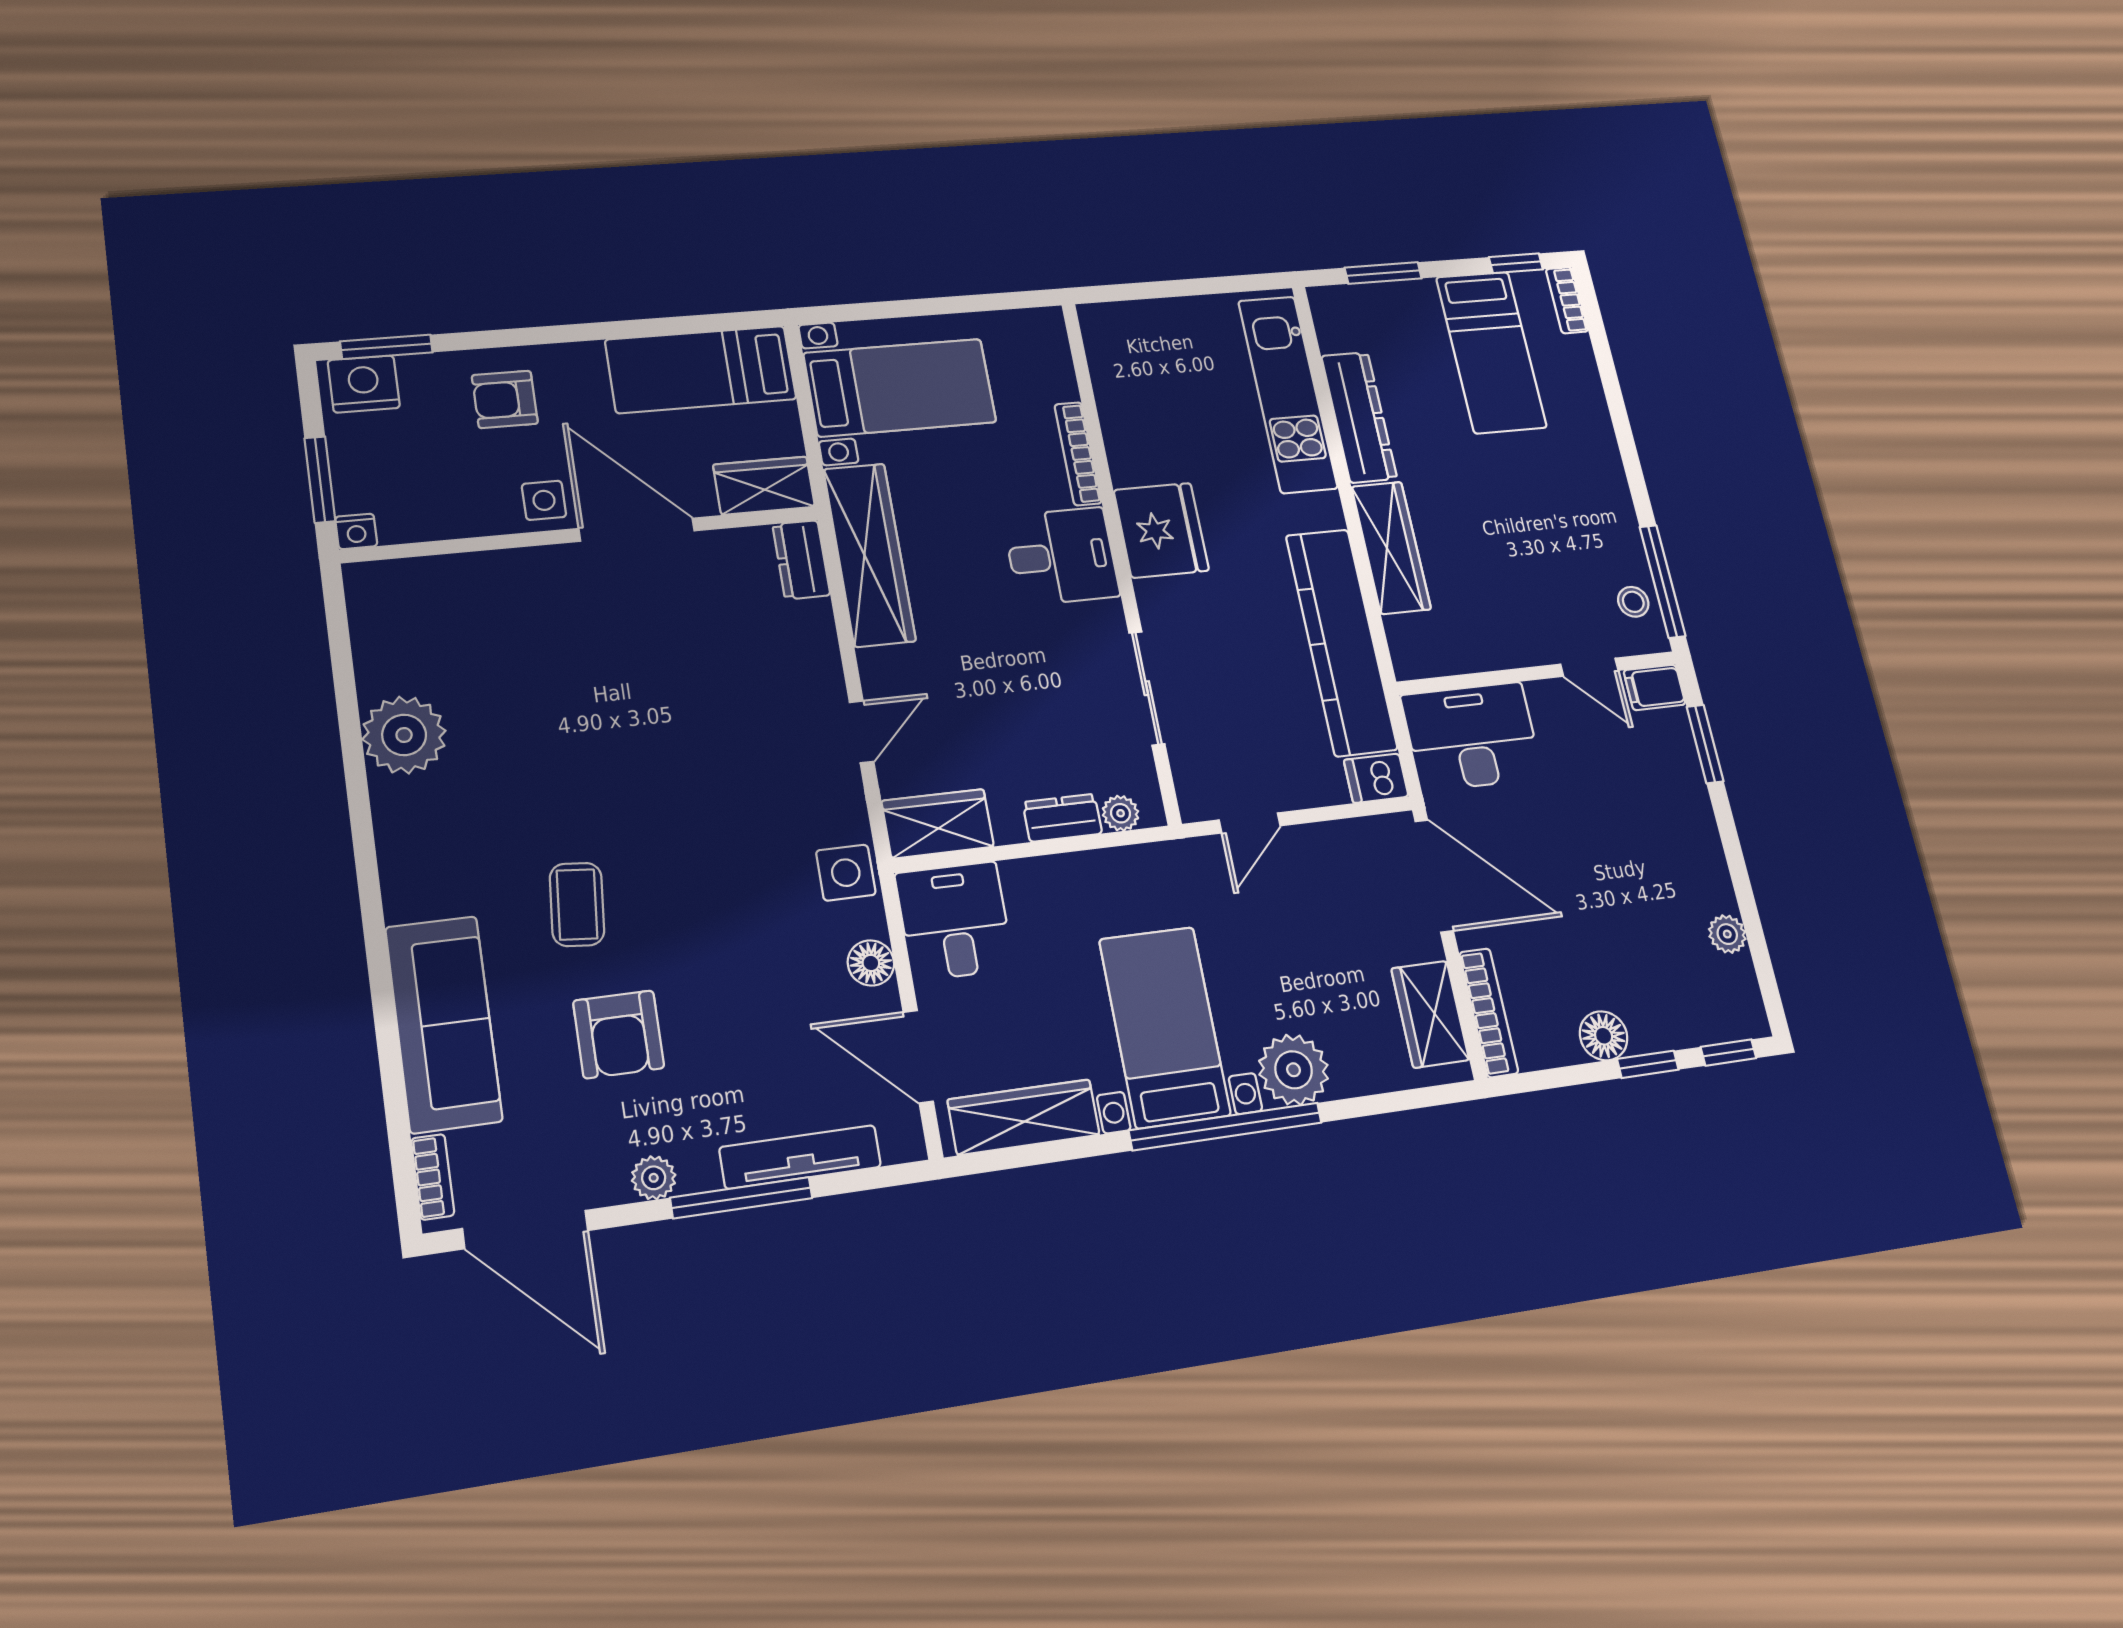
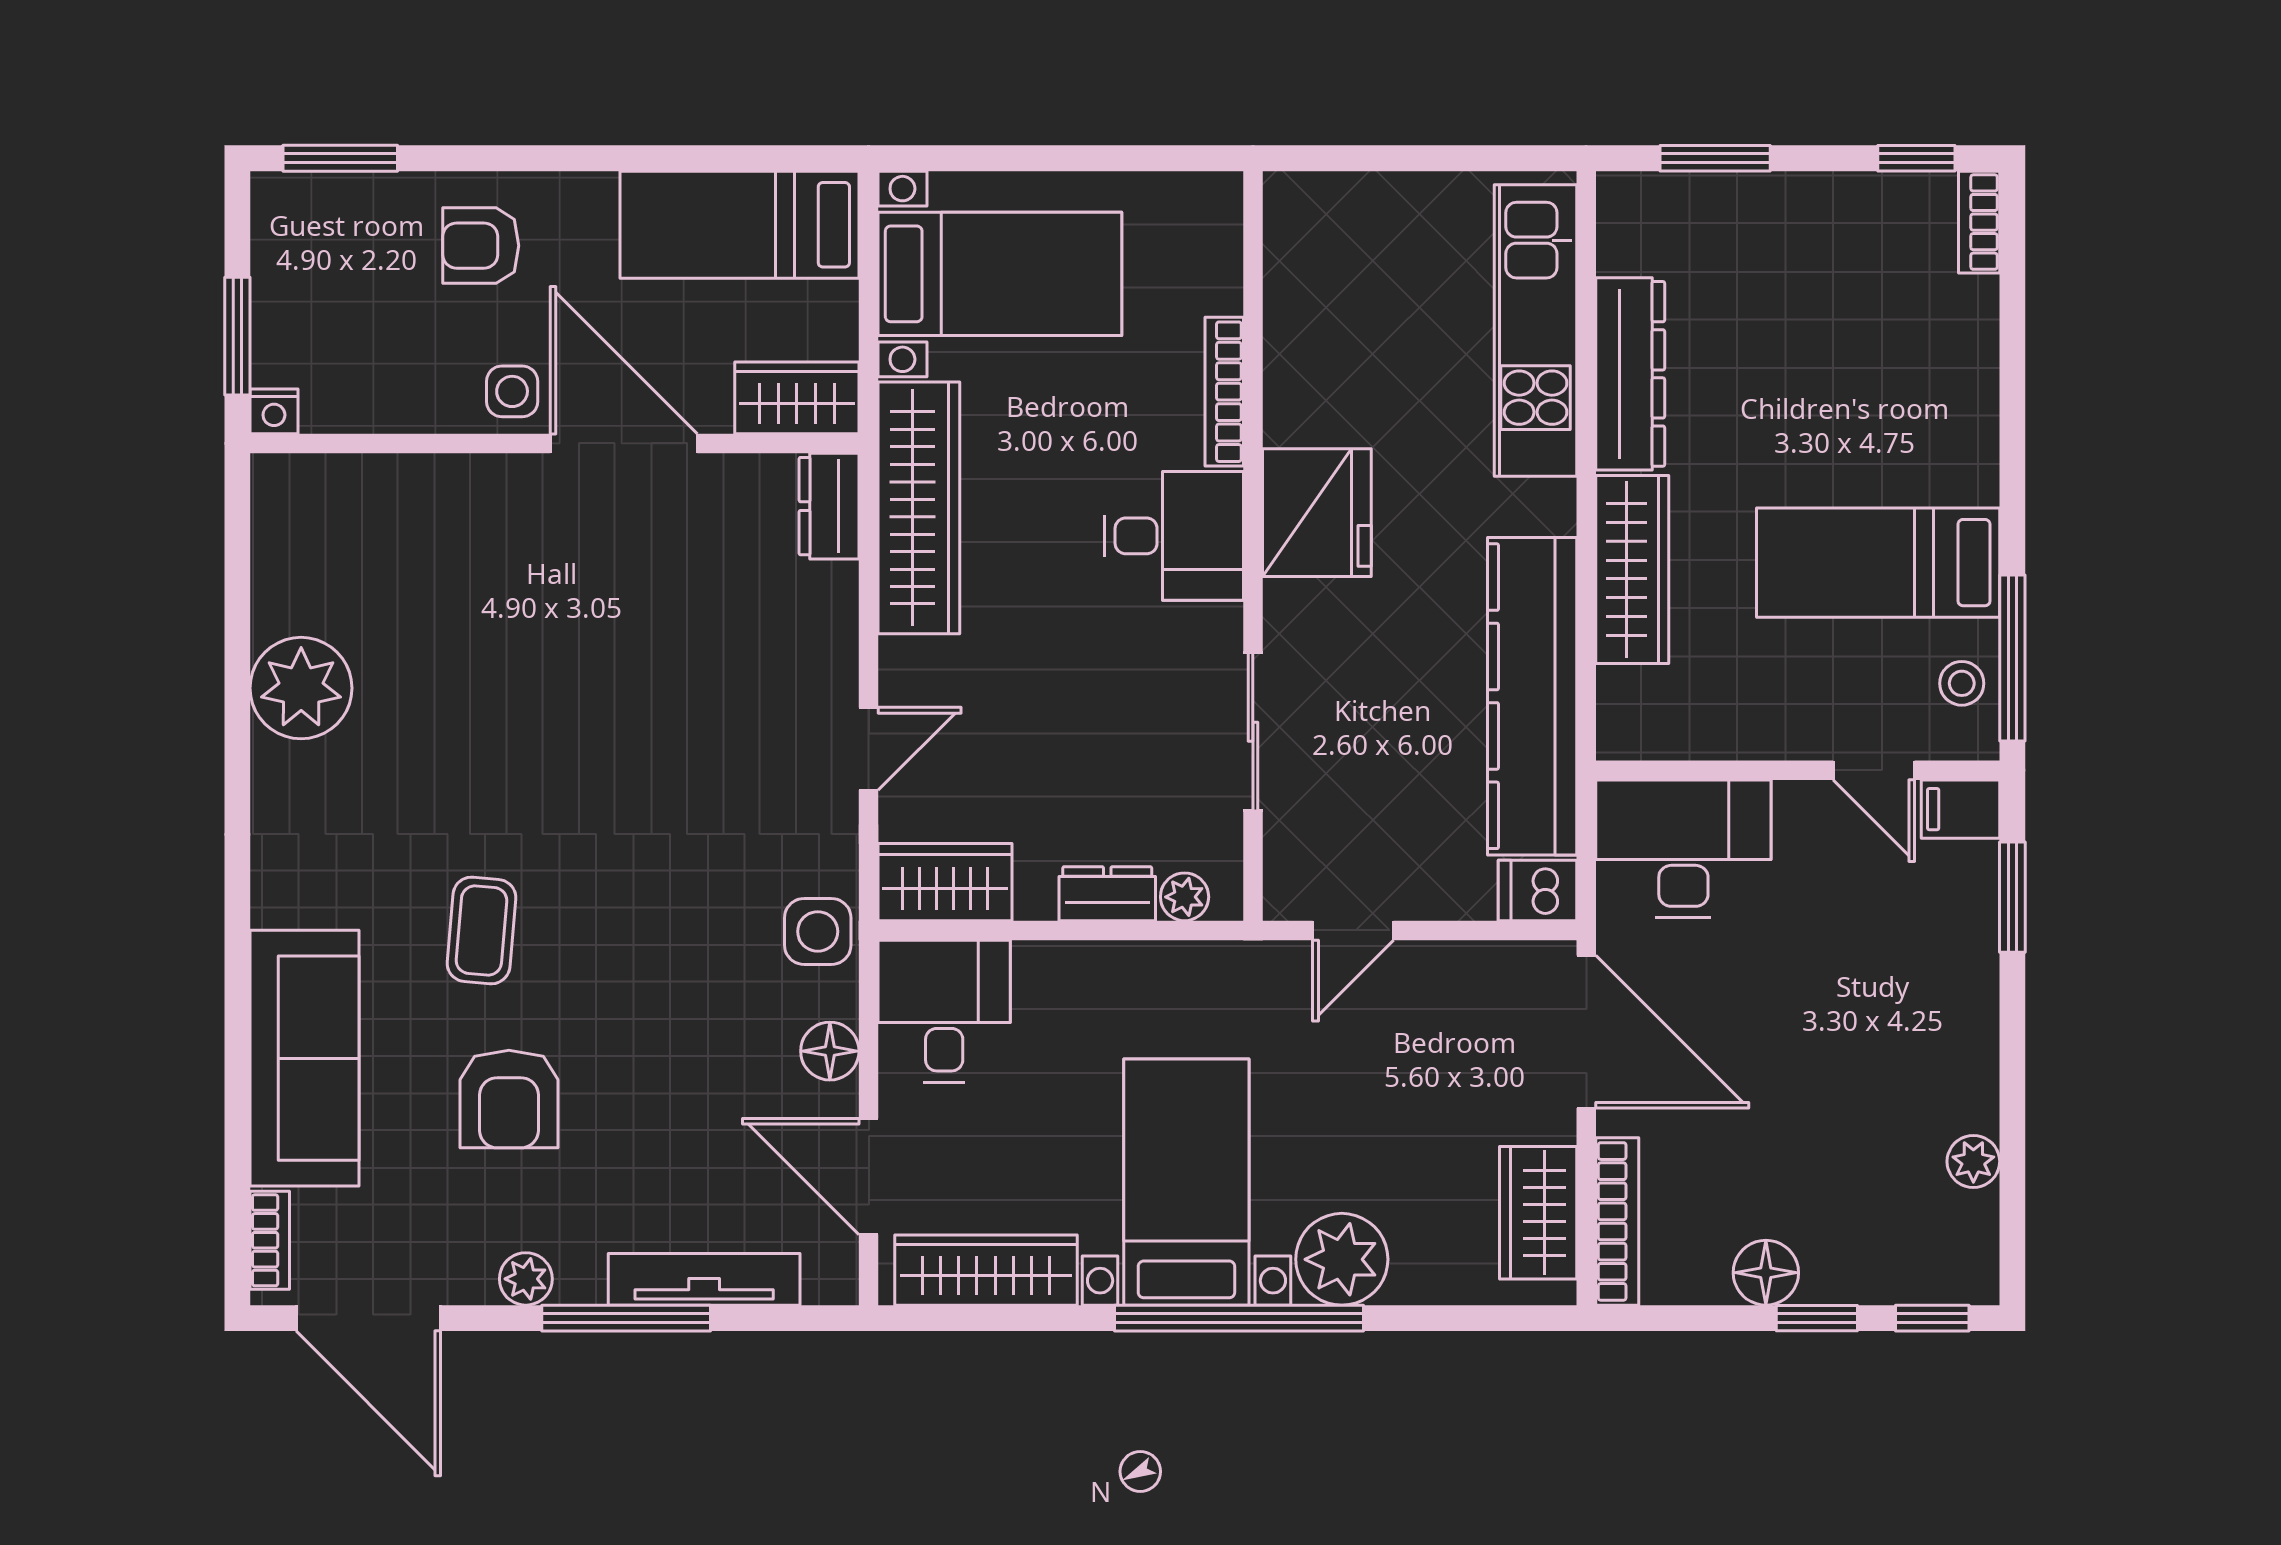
bed: (1491, 352) -> (1878, 563), moved, turned 90
nightstand: (364, 384) -> (306, 208), removed

